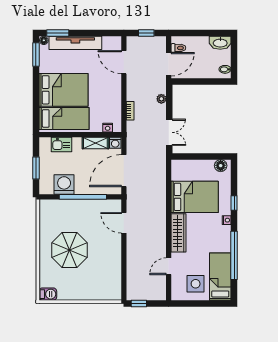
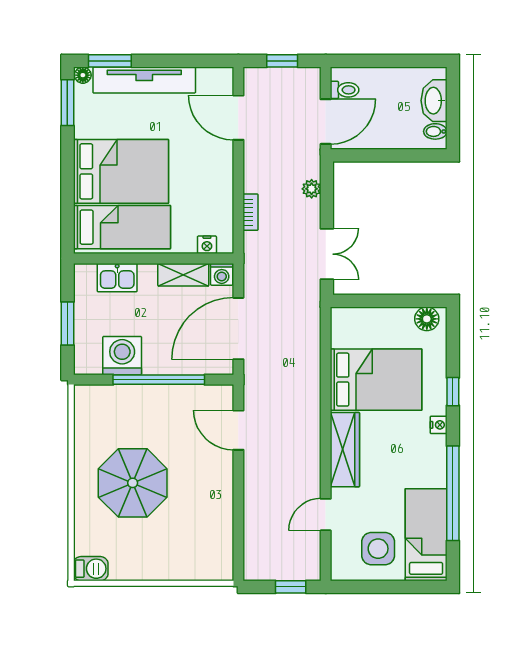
washbasin: (220, 43) -> (434, 101), moved, turned 90
window: (139, 303) -> (291, 587), moved

